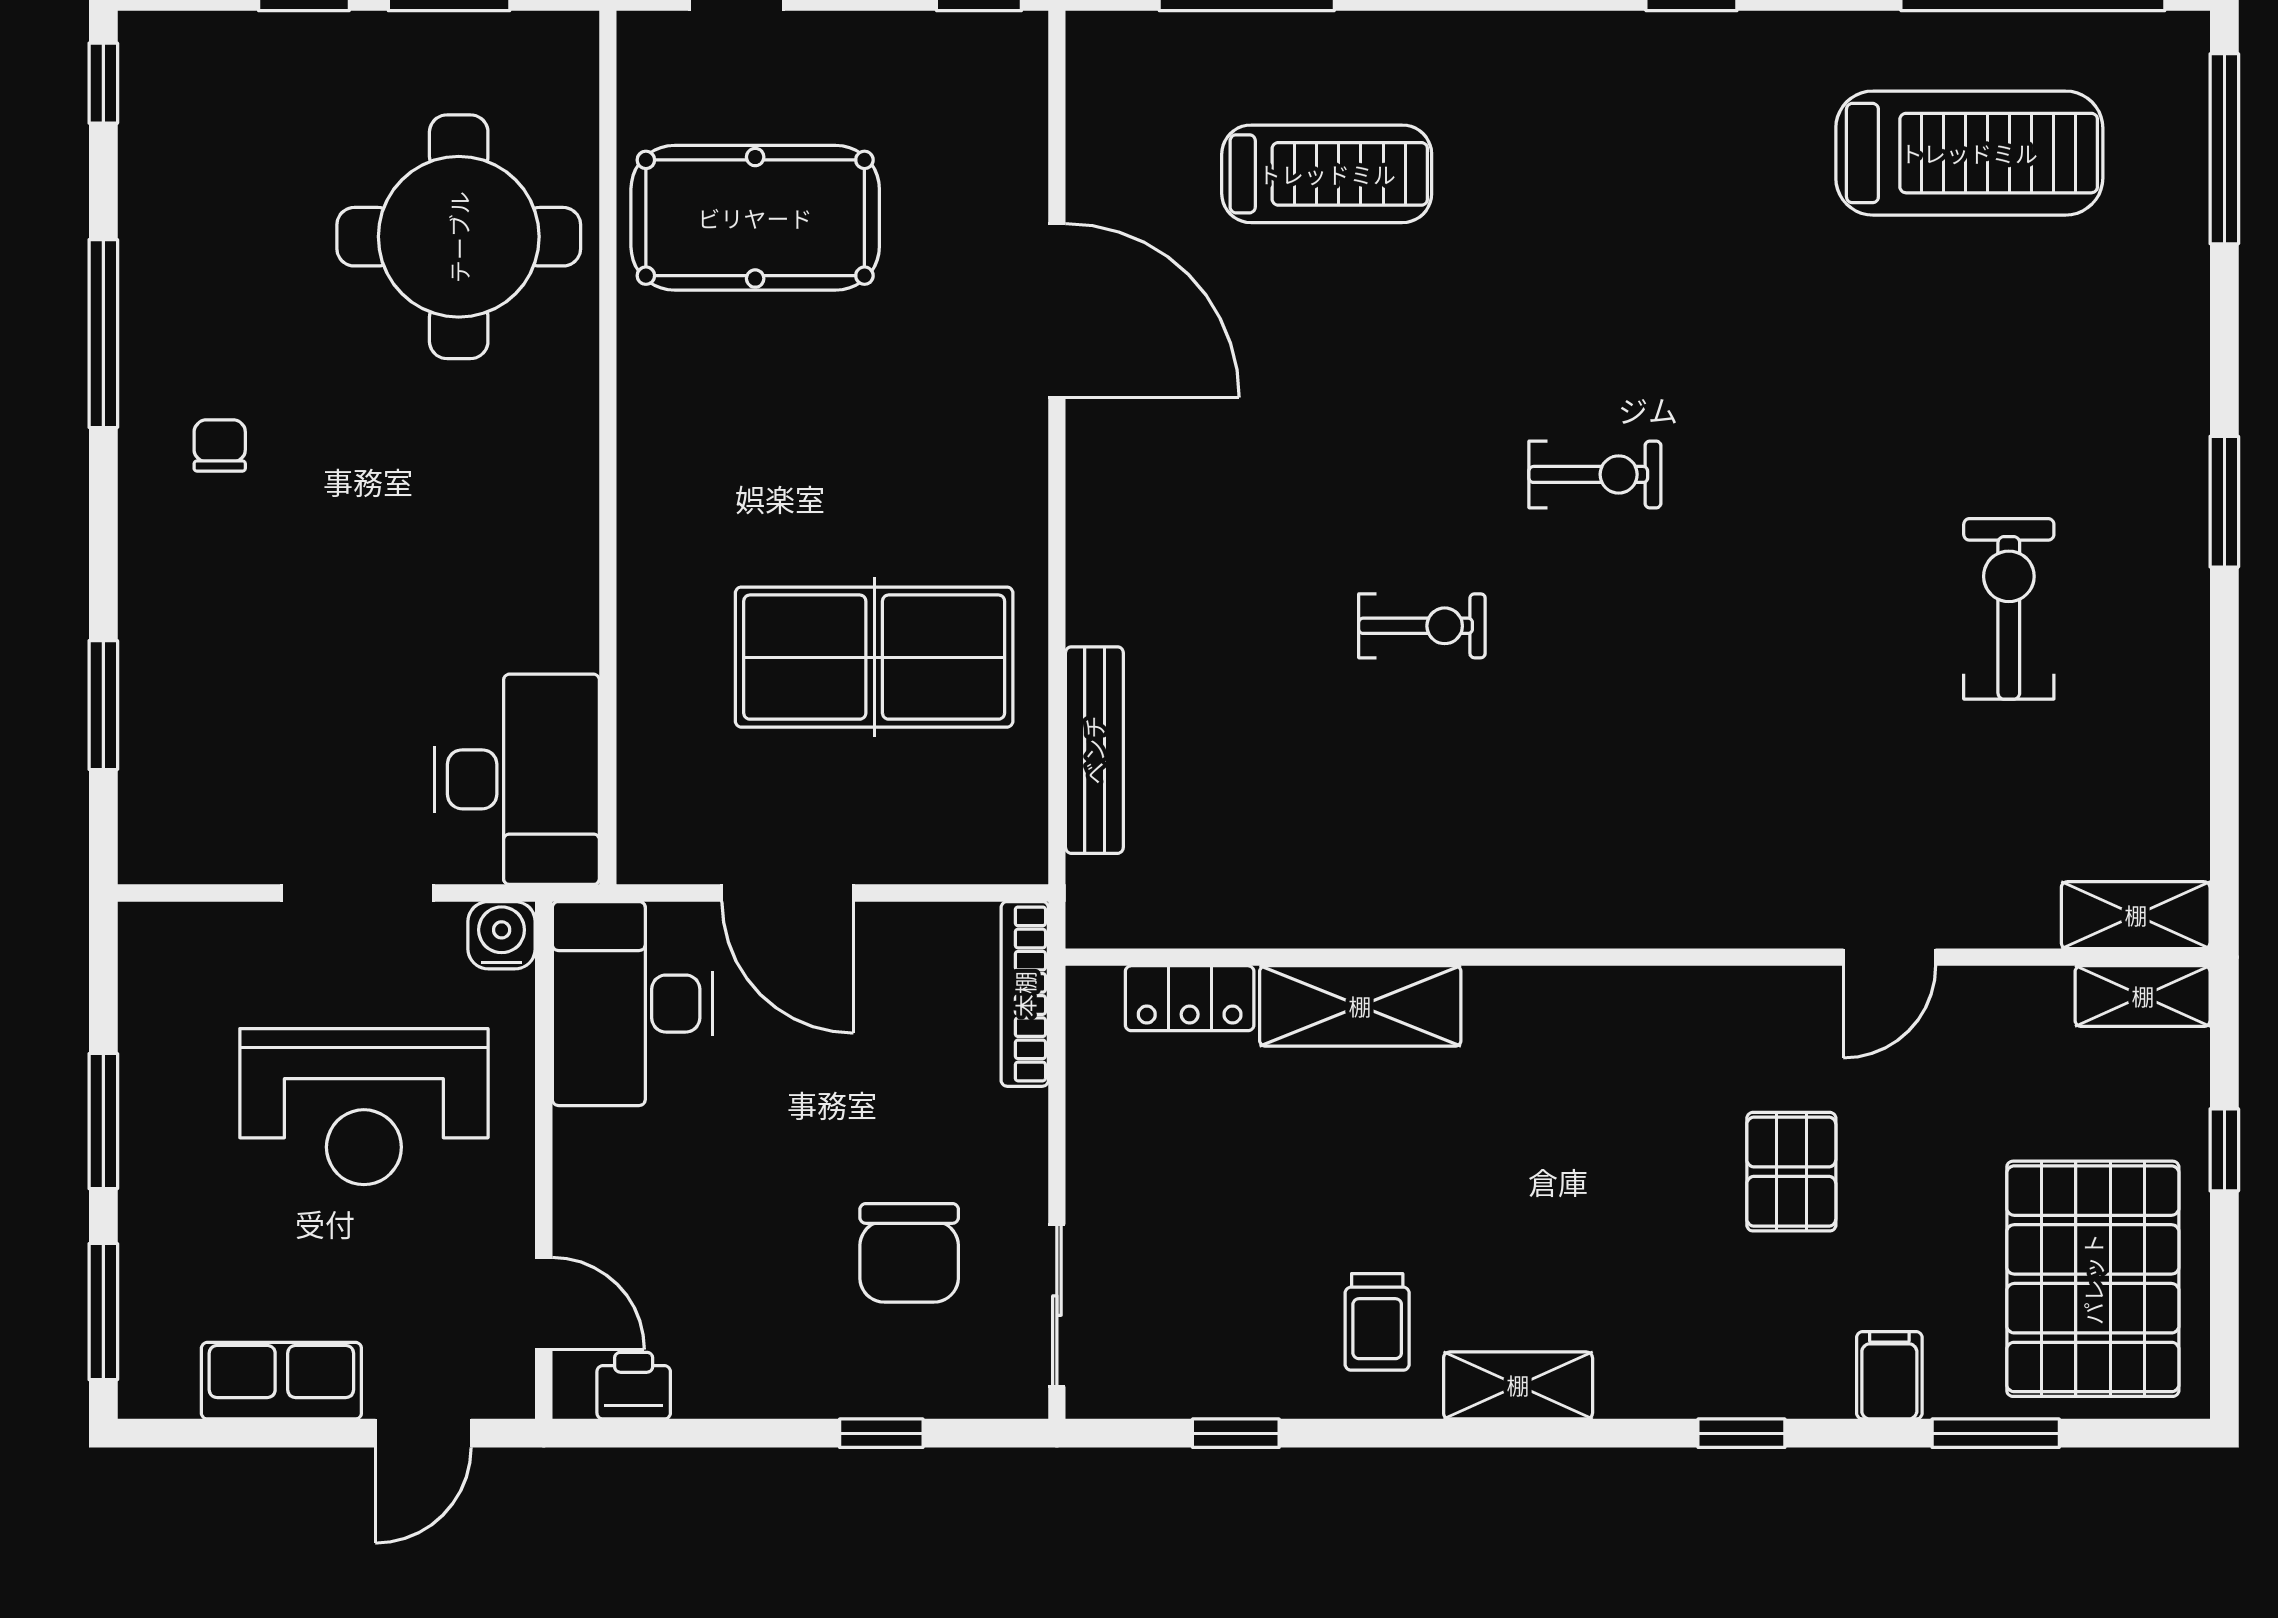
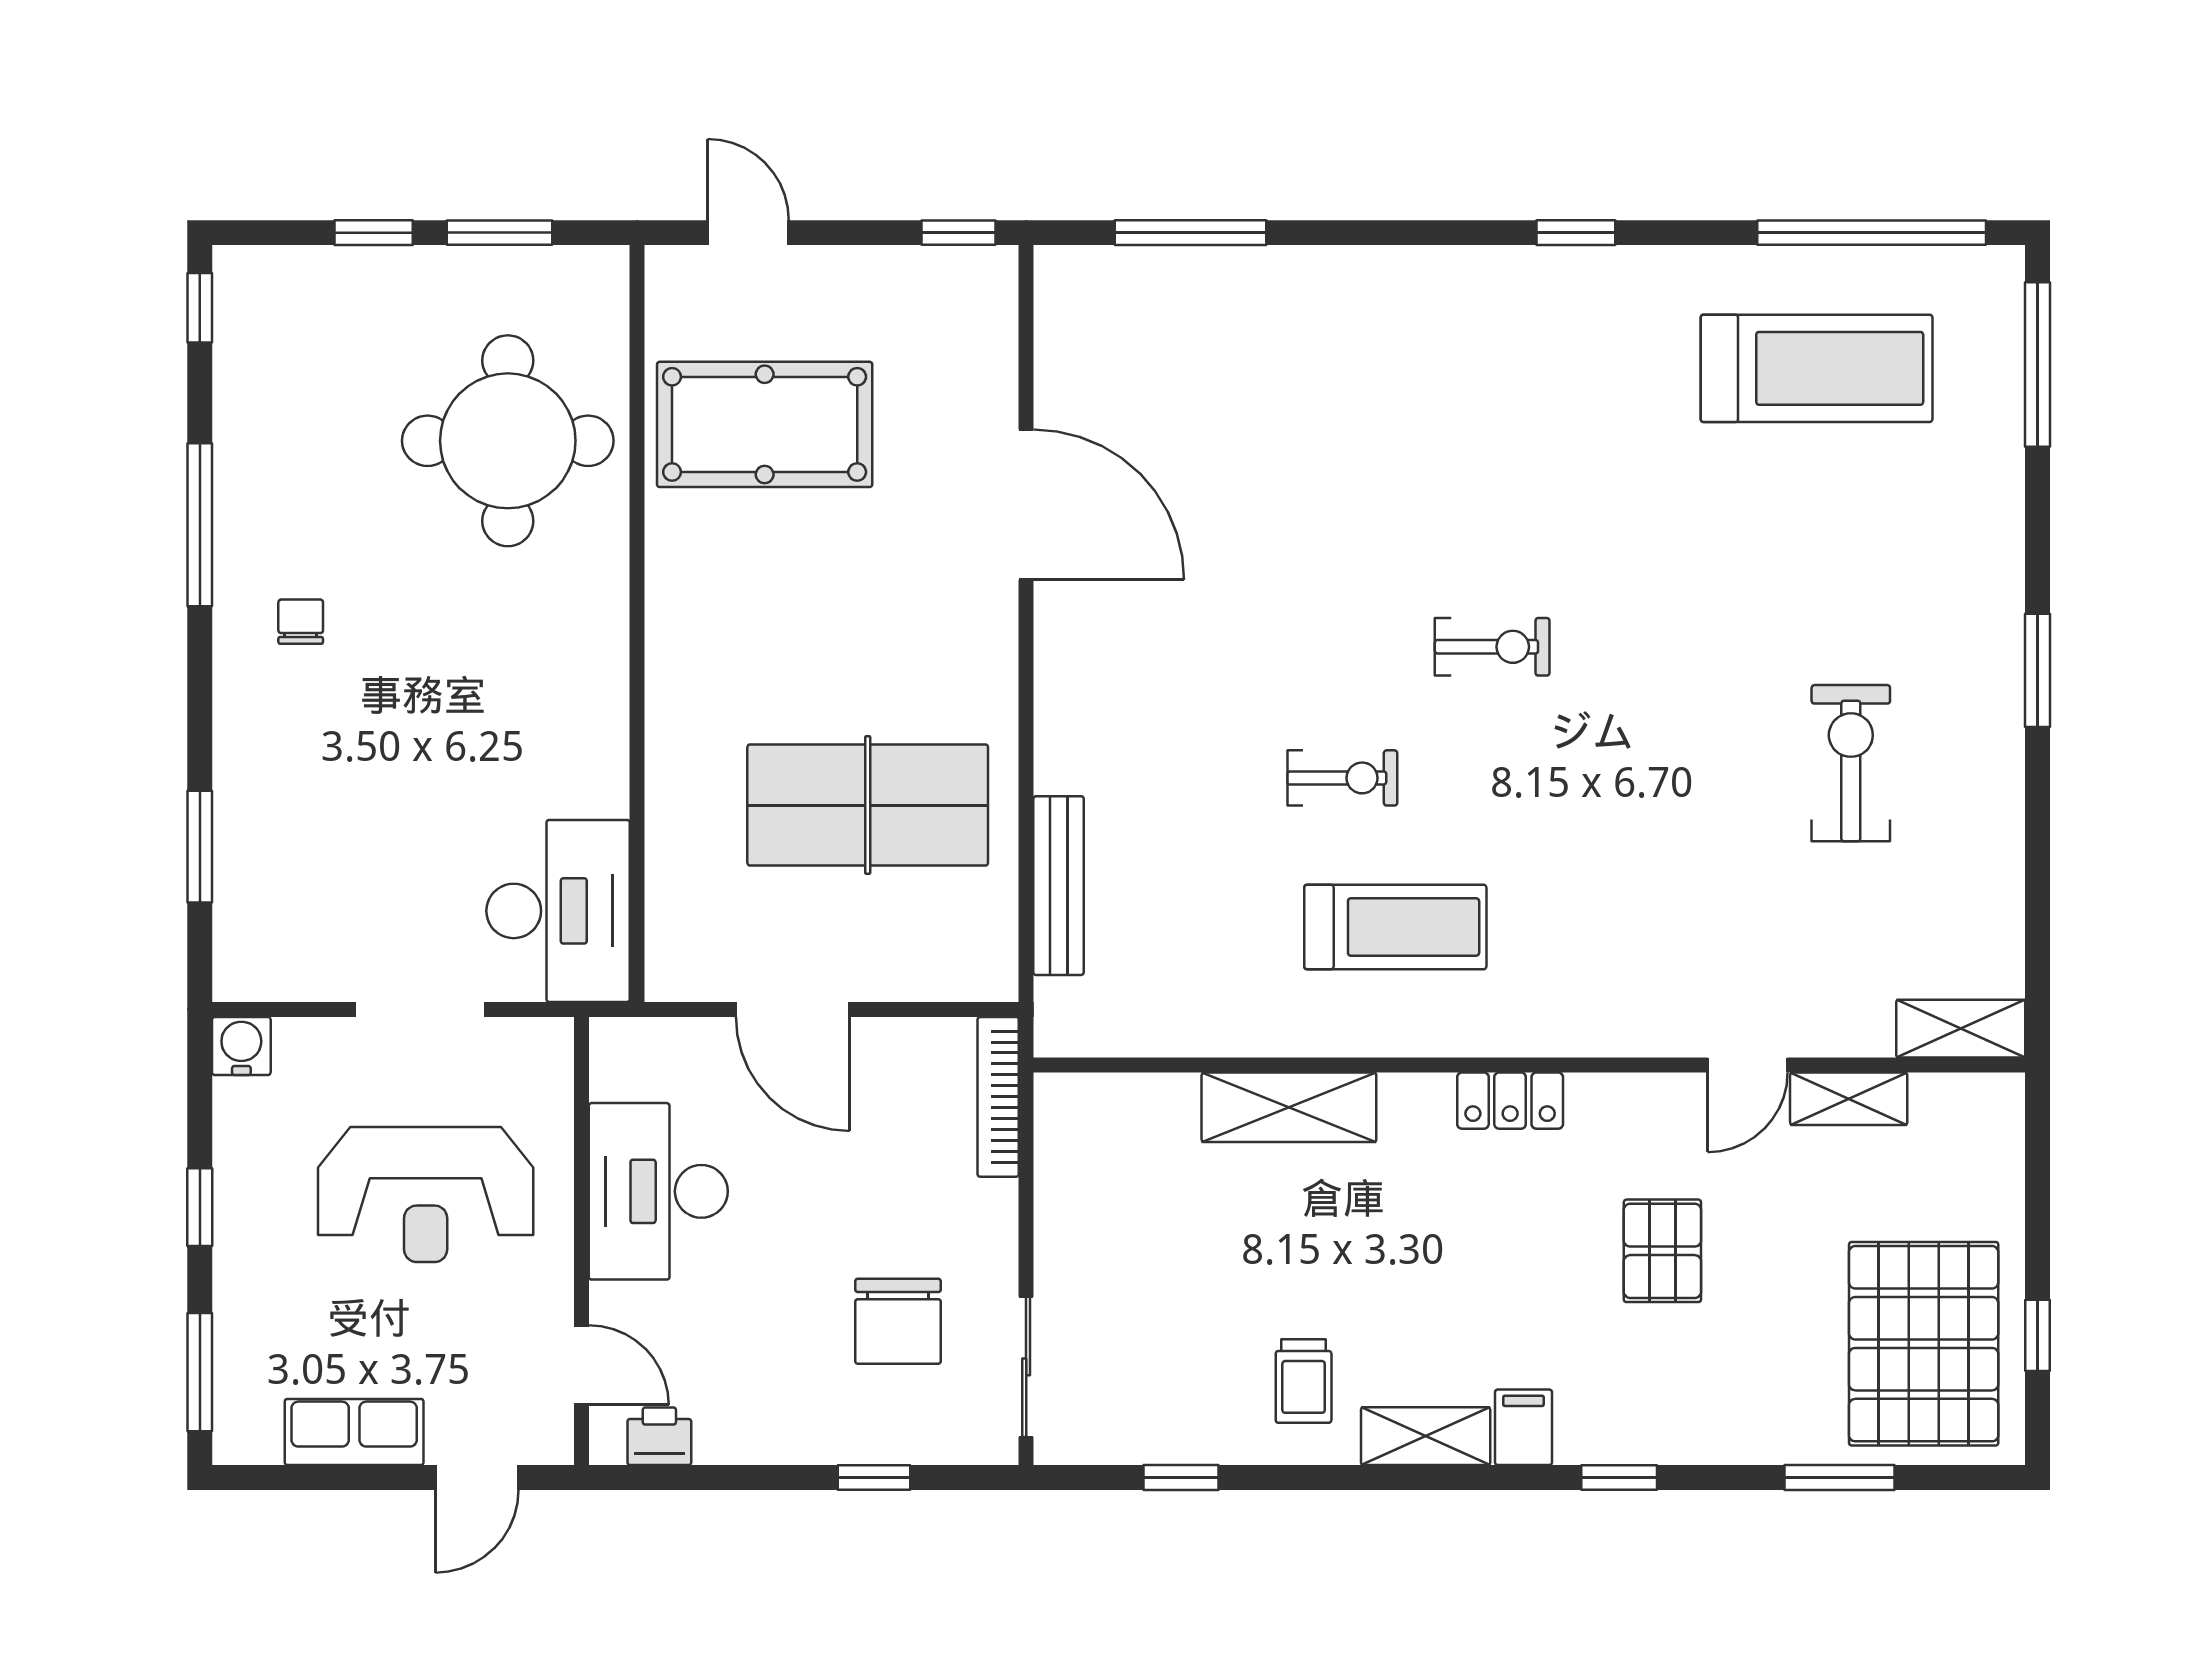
treadmill: (1327, 174) -> (1395, 927), moved
water cooler: (502, 935) -> (241, 1046), moved
shelving: (2143, 996) -> (1849, 1099), moved
locker: (1190, 998) -> (1510, 1101), moved
desk: (632, 1004) -> (658, 1191), moved
window: (103, 1121) -> (200, 1207), width x0.67
window: (2224, 1150) -> (2038, 1335), moved
filing cabinet: (1889, 1375) -> (1523, 1427), moved

